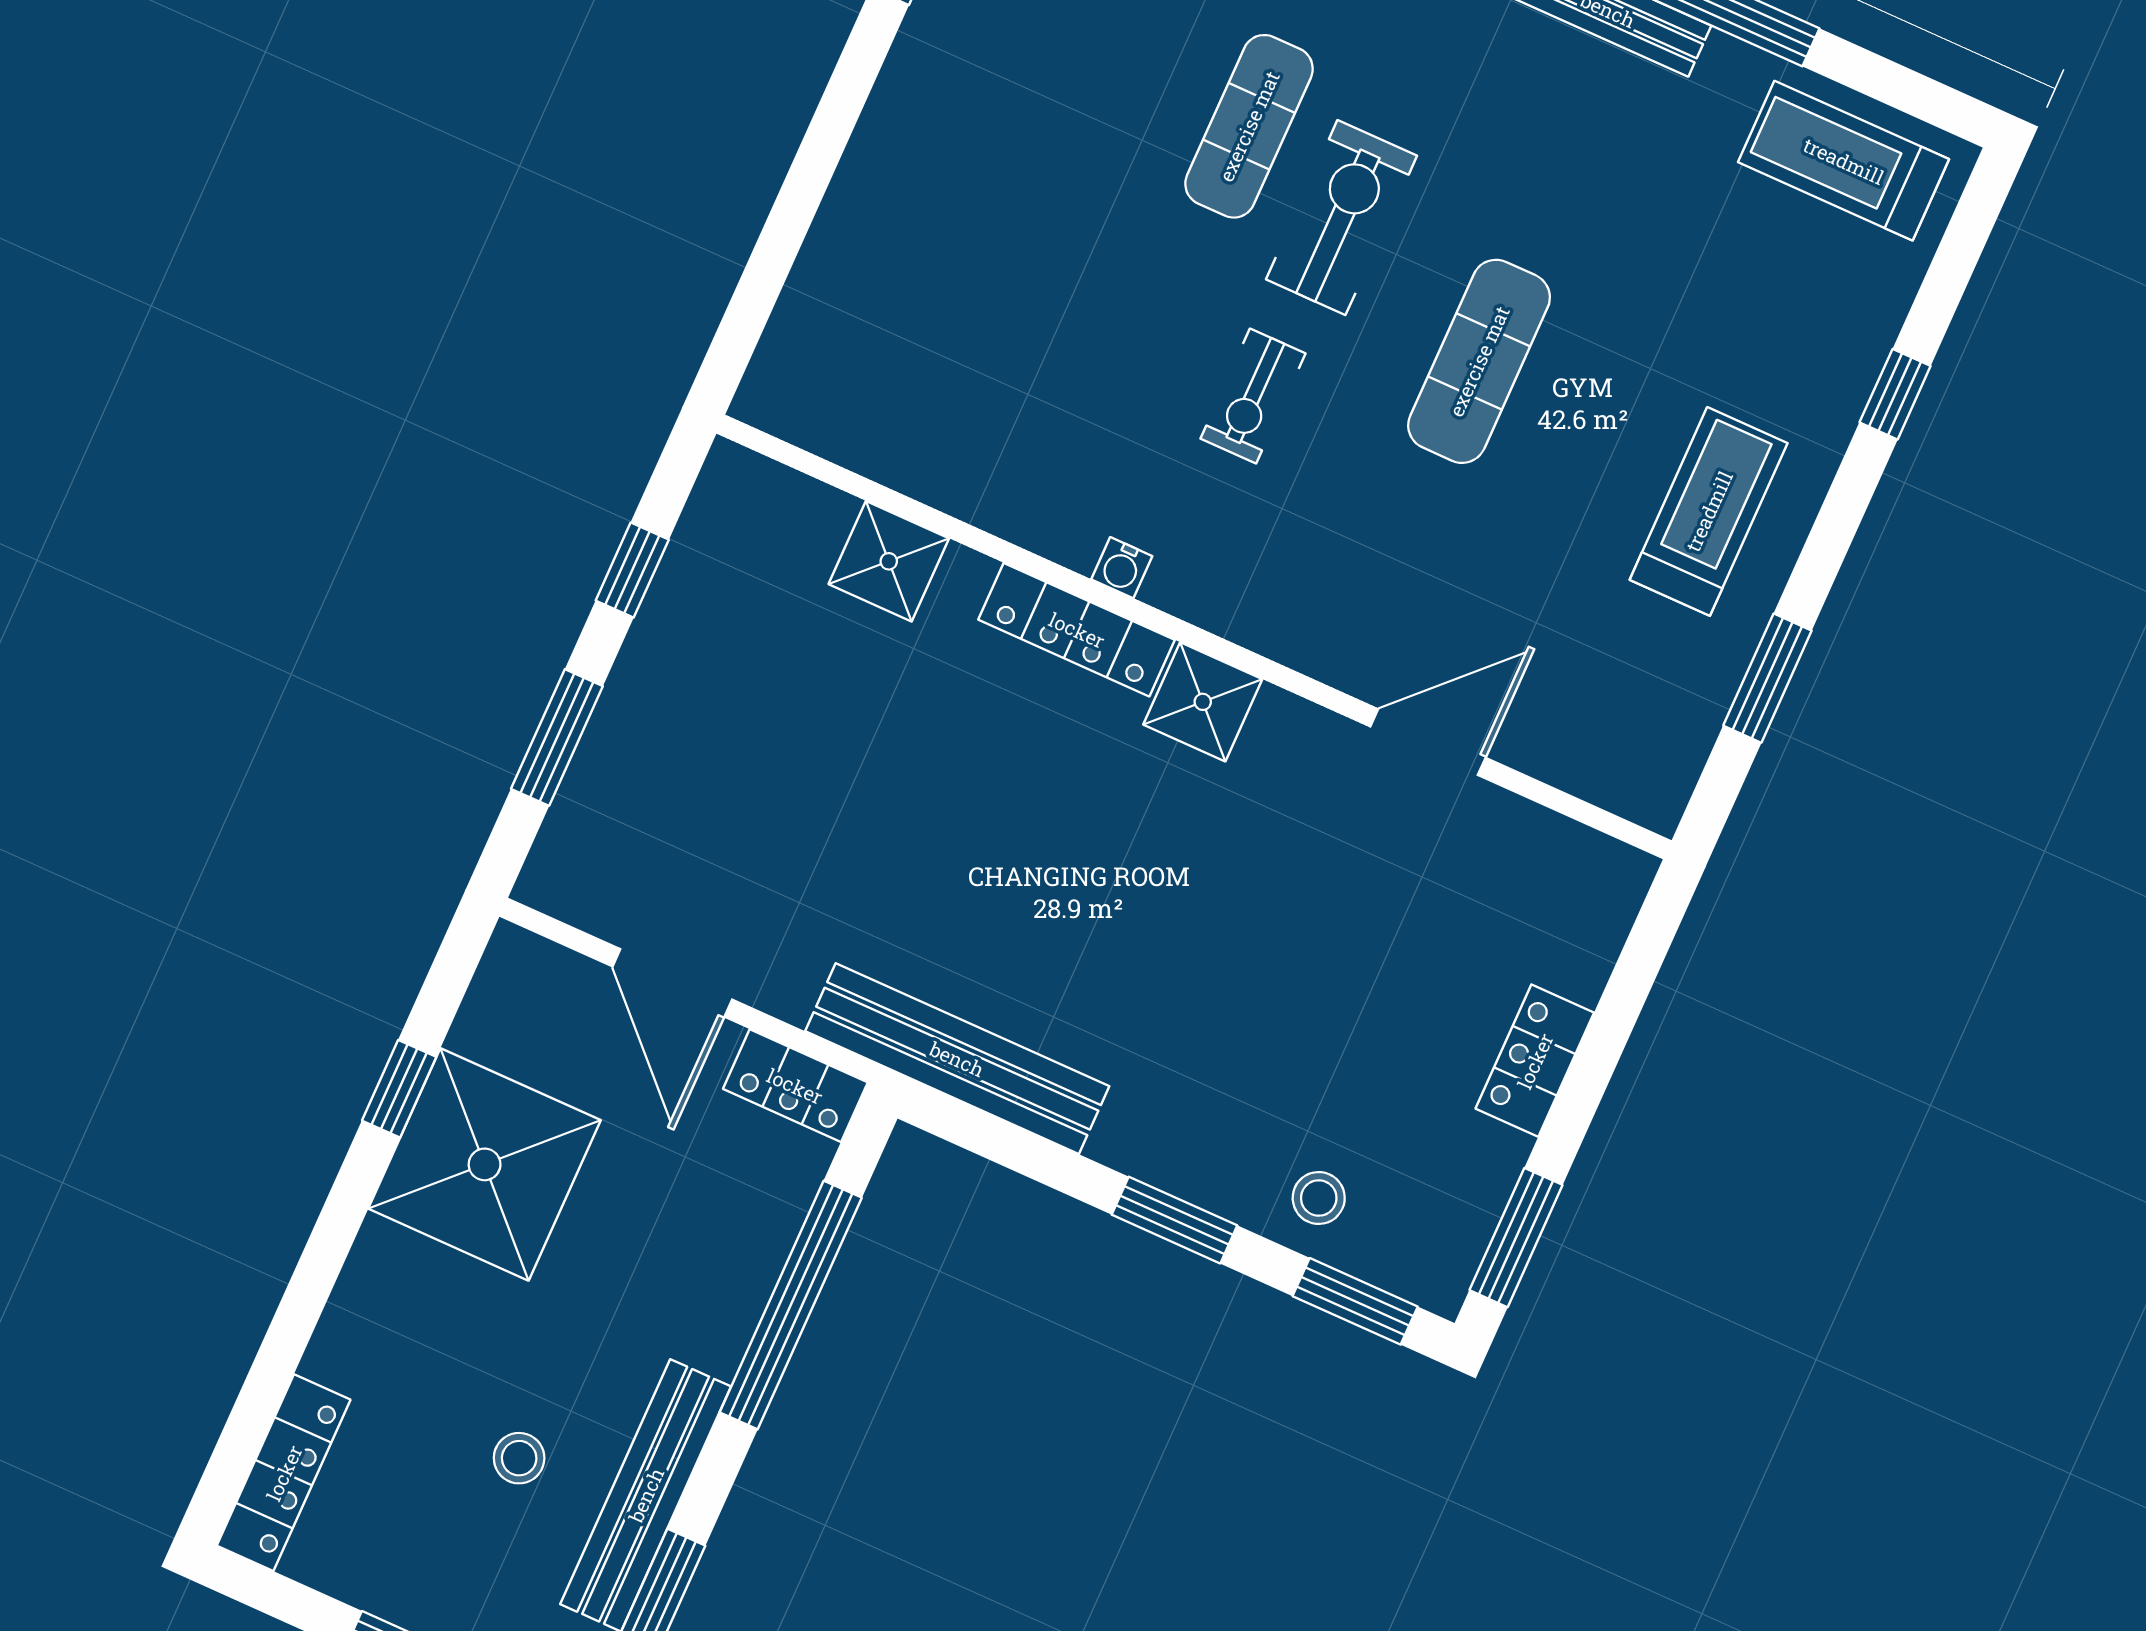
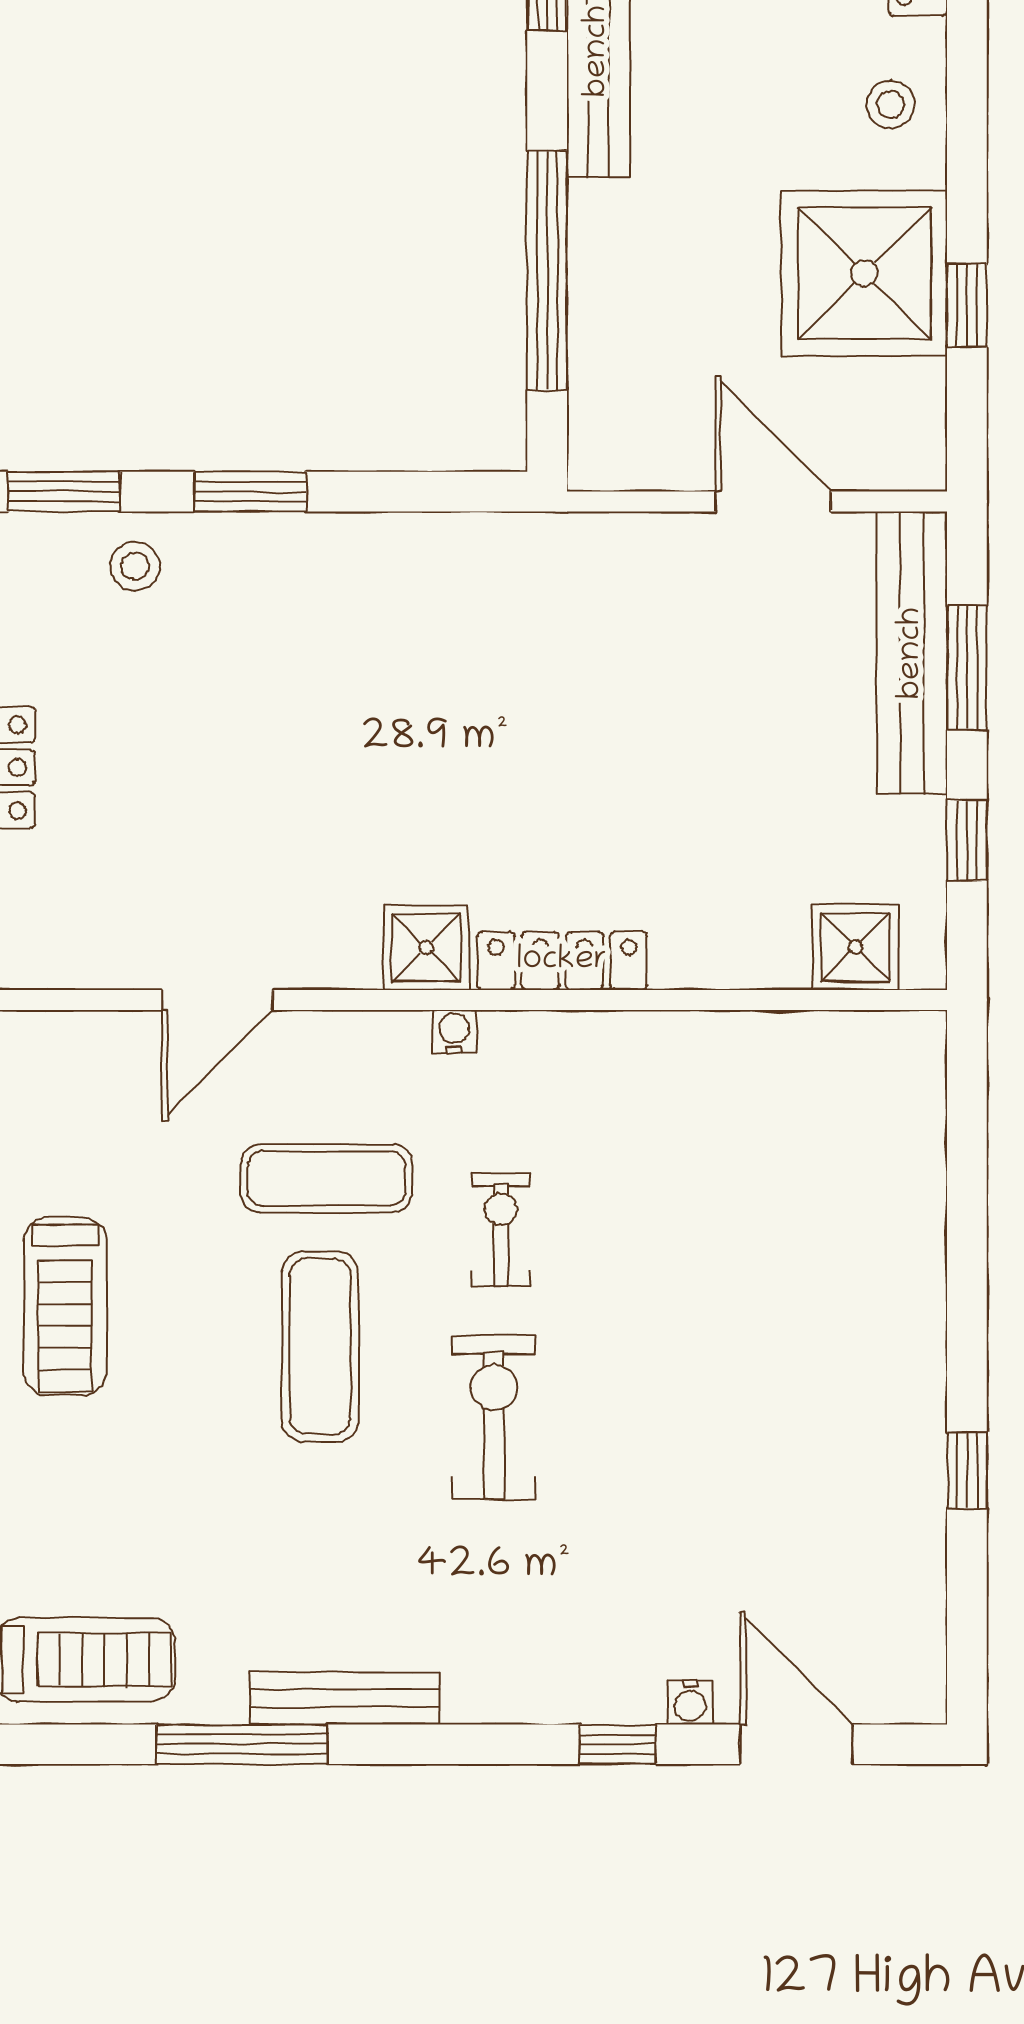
exercise mat: (1249, 126) -> (326, 1178), moved, turned 90
exercise bike: (1341, 218) -> (494, 1417), turned 180
shower: (889, 561) -> (855, 947), moved
water cooler: (1122, 568) -> (454, 1032), moved
bench: (957, 1059) -> (912, 653), moved, turned 90
locker: (795, 1086) -> (628, 461), removed
stool: (519, 1458) -> (891, 104), moved

